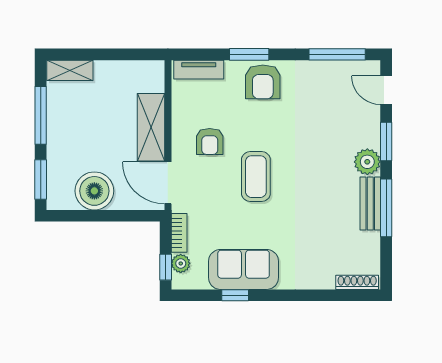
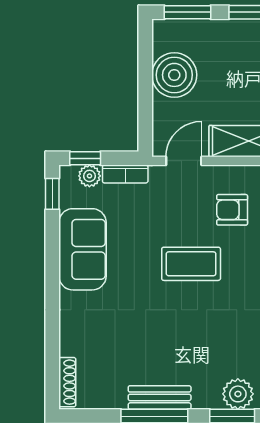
plant: (367, 162) -> (238, 394), moved
door: (168, 183) -> (184, 161), width x0.73
window: (235, 295) -> (52, 194), moved

